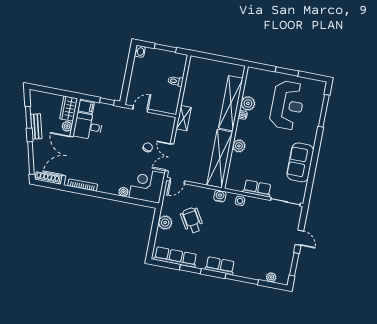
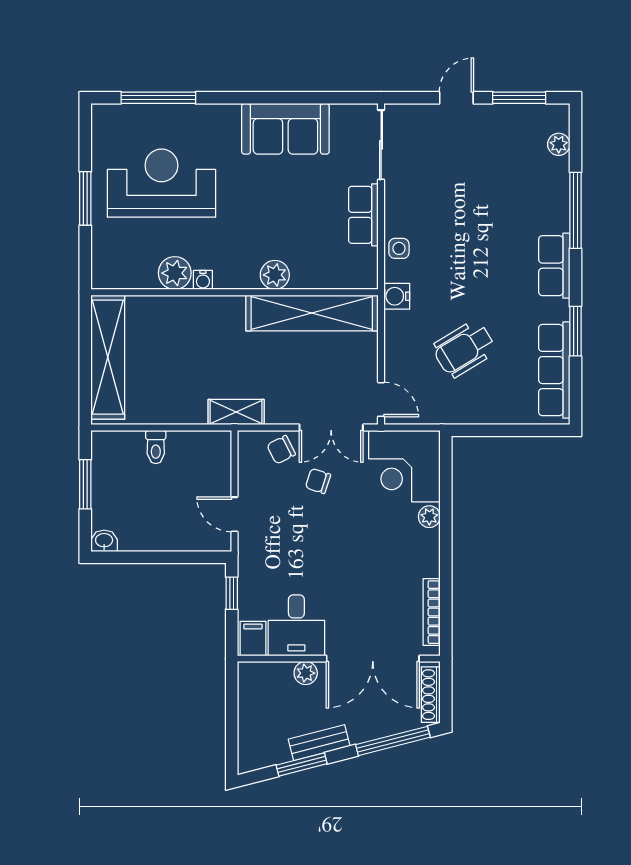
shelving: (231, 103) -> (108, 357), moved, turned 90
wardrobe: (69, 109) -> (265, 677), removed
chair: (164, 134) -> (281, 450), added
plant: (165, 223) -> (481, 409), removed

